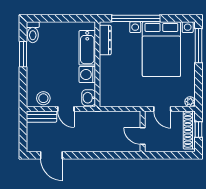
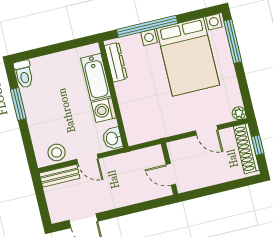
wall: (143, 131) -> (169, 169), moved
door: (143, 136) -> (171, 174), moved

